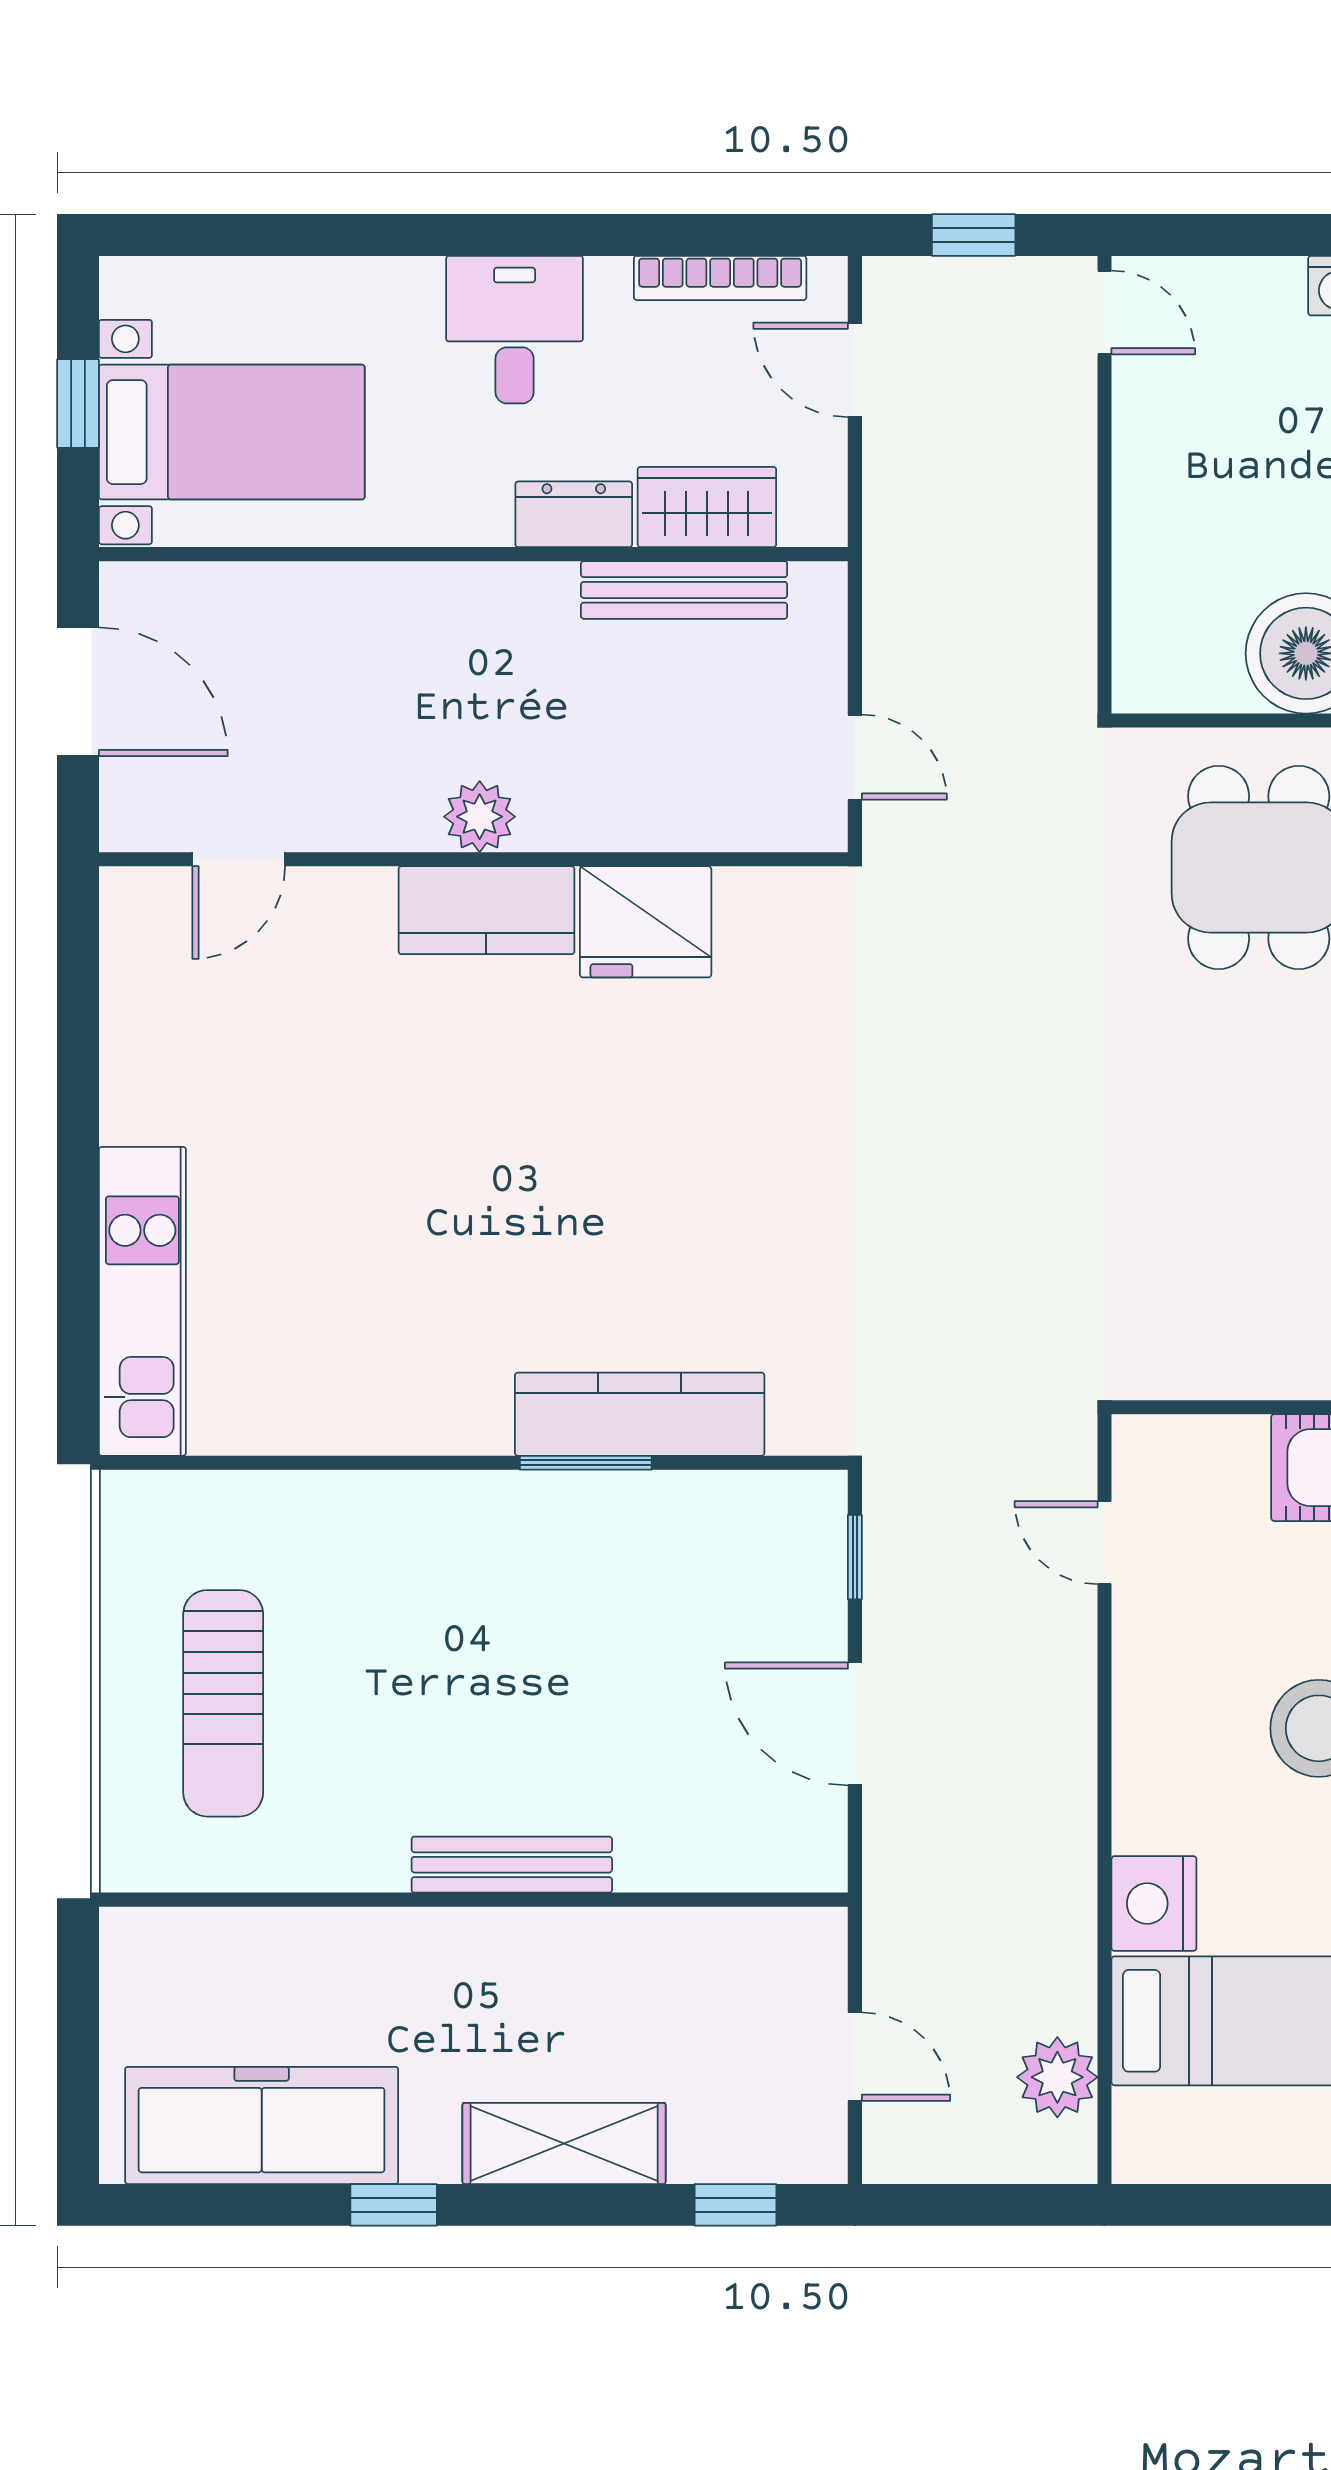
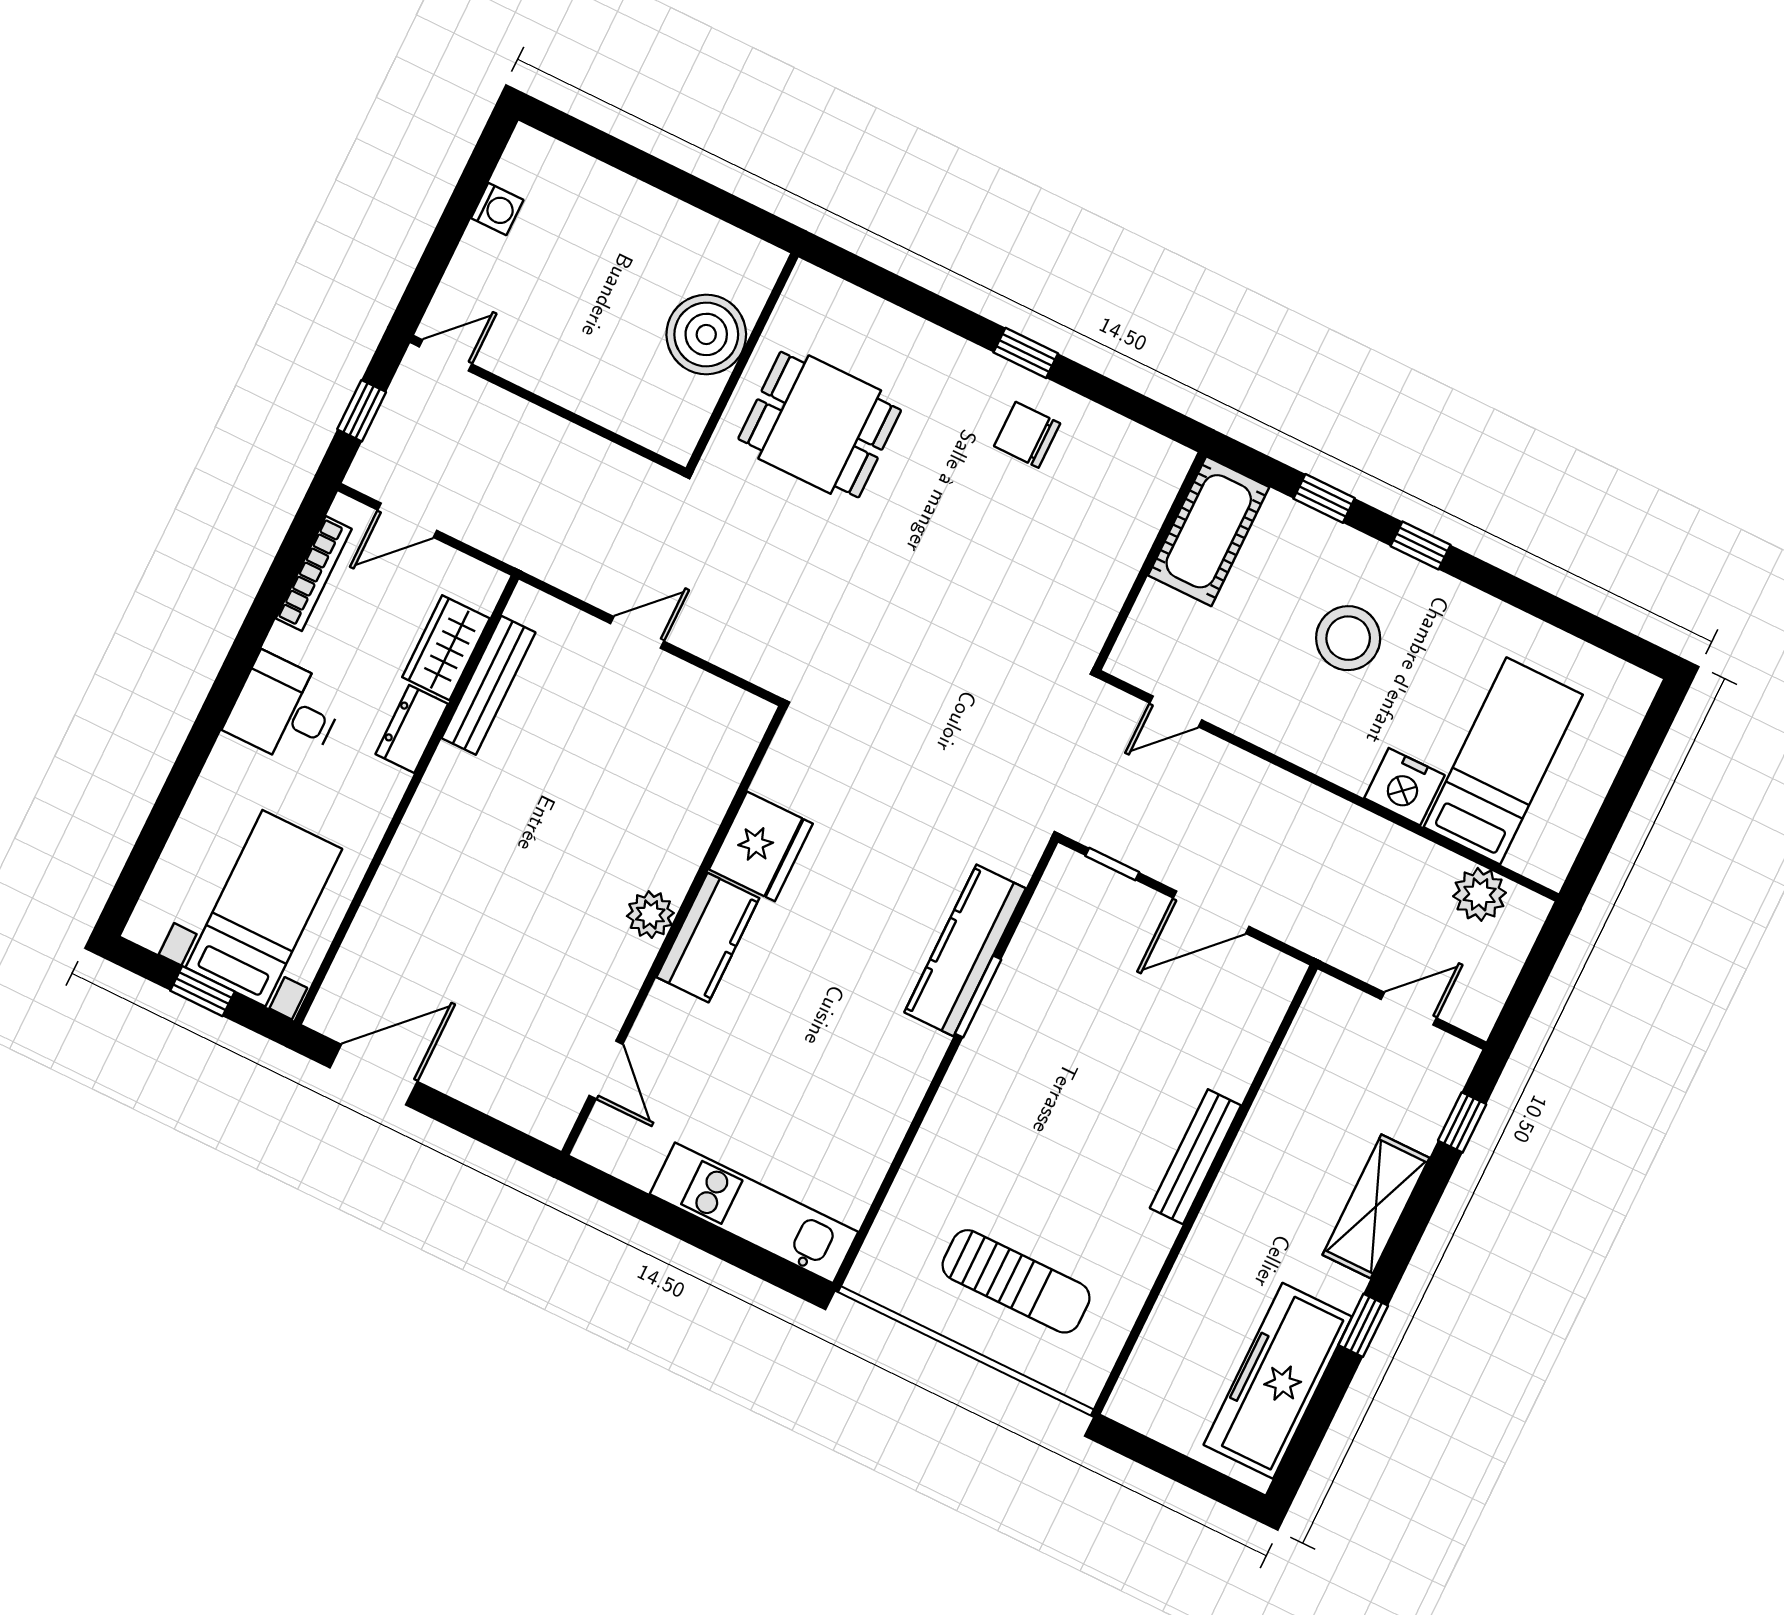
plant: (480, 817) -> (650, 915), moved
door: (239, 859) -> (606, 1070), moved
wall: (473, 859) -> (674, 931), moved
kitchen counter: (486, 910) -> (708, 938), moved
fridge: (646, 922) -> (761, 846), moved

